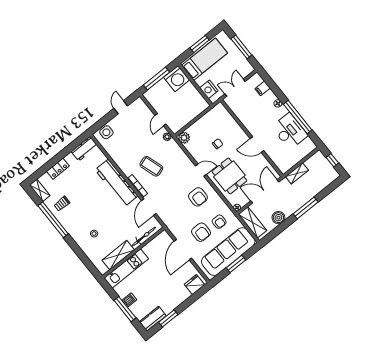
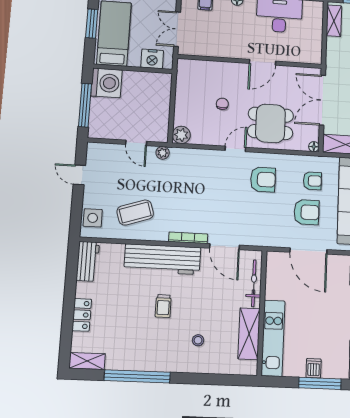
coffee table: (151, 166) -> (135, 213), moved
shelving: (297, 173) -> (334, 21), moved
trolley: (62, 204) -> (163, 306), moved

